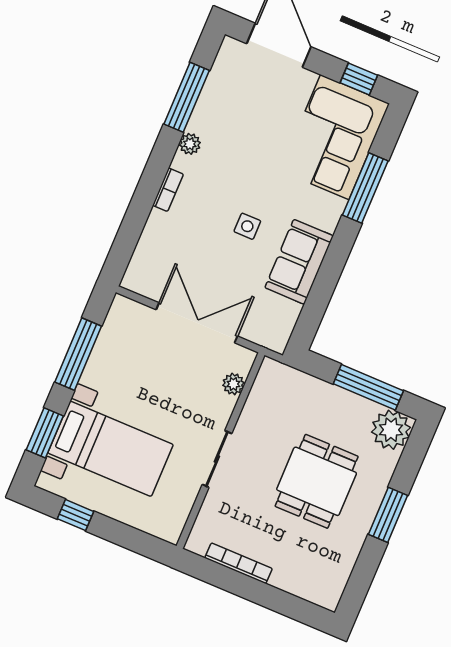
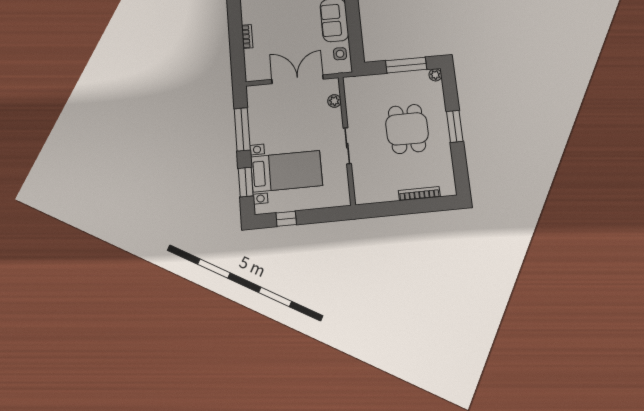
bookcase: (168, 190) -> (247, 37), moved
side table: (247, 226) -> (340, 54), moved
plant: (391, 430) -> (435, 75), width x0.53, depth x0.53
bookcase: (239, 563) -> (419, 194), moved

